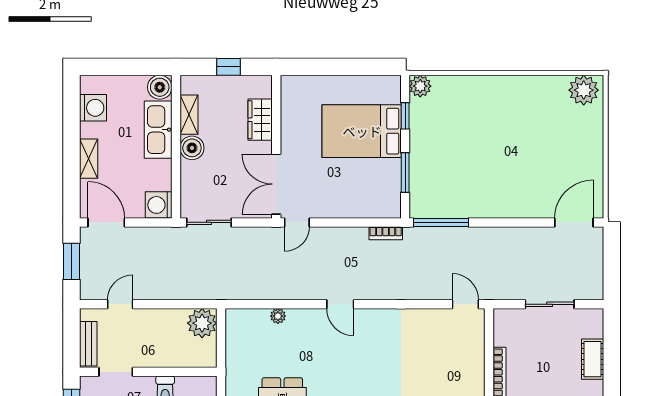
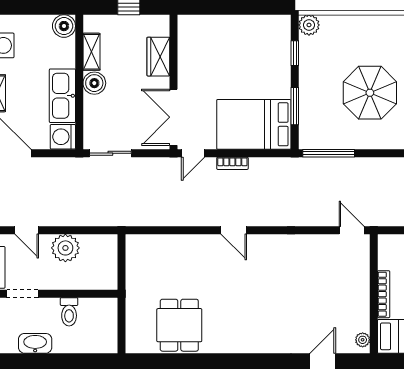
kitchen sink: (158, 130) -> (62, 96), moved
bed: (362, 131) -> (254, 124), moved
parasol: (485, 158) -> (370, 93), added
bookcase: (386, 233) -> (232, 163), moved
door: (120, 304) -> (27, 230), swing flipped
plant: (278, 316) -> (175, 241), removed
plant: (202, 323) -> (65, 248), moved

